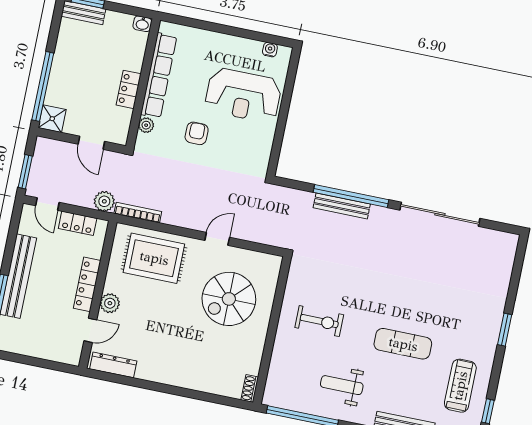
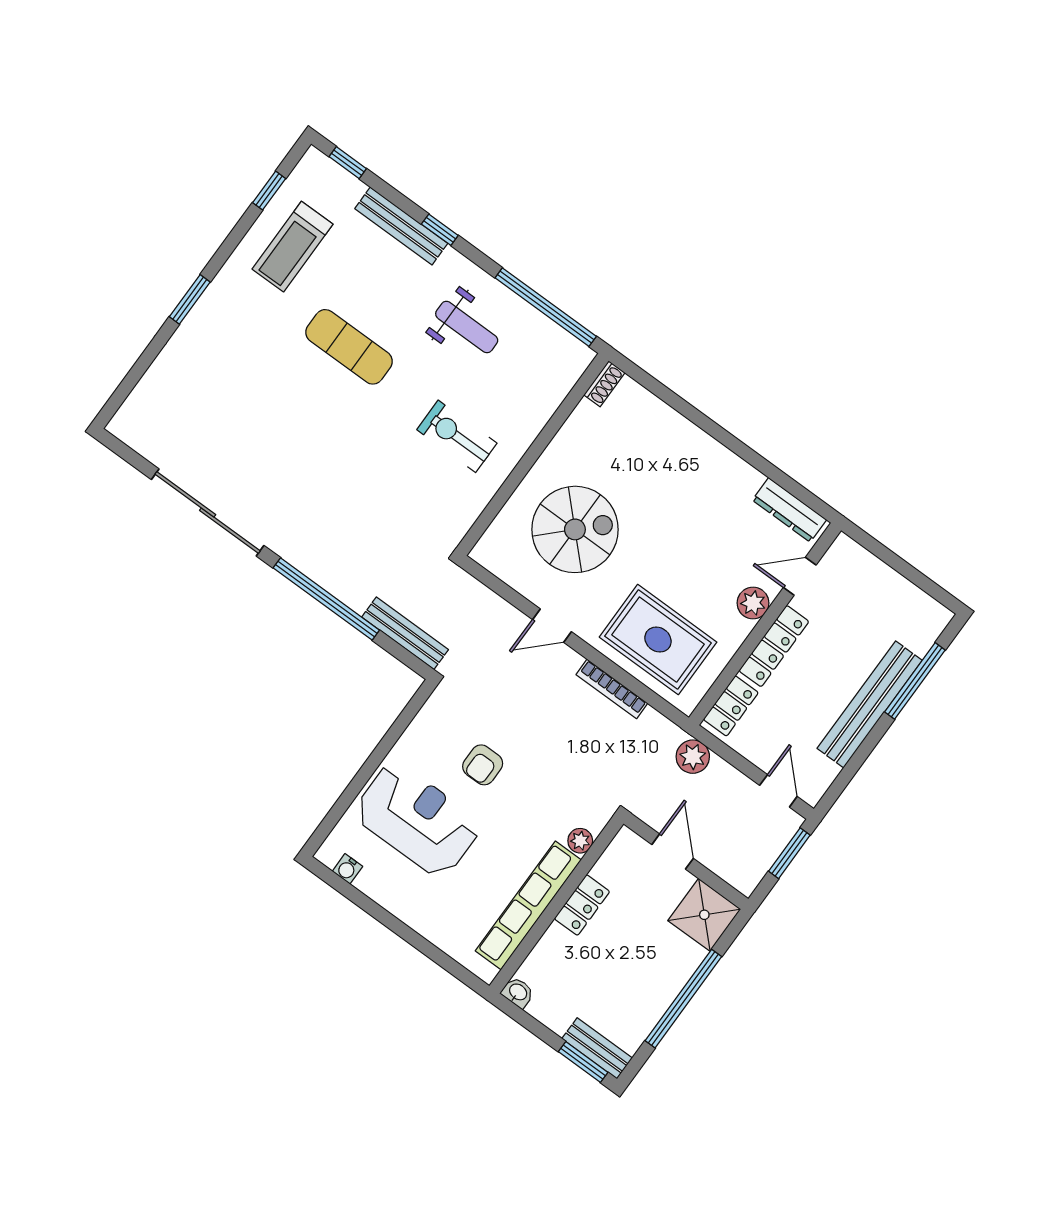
window: (43, 86) -> (683, 999), moved
shower: (52, 119) -> (704, 915), width x1.36, depth x1.36
armchair: (197, 133) -> (483, 765), moved
bench: (342, 206) -> (405, 633), moved
bookcase: (138, 213) -> (612, 689), moved
locker: (78, 223) -> (731, 706), moved, turned 90

